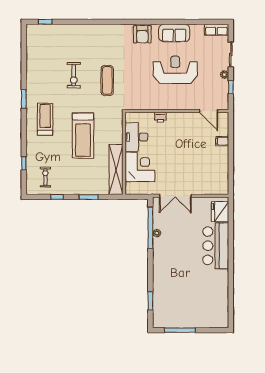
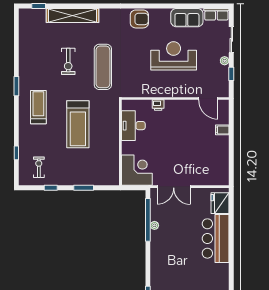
sofa: (174, 33) -> (187, 18), moved
armchair: (142, 34) -> (139, 19), turned -90
exercise mat: (107, 80) -> (103, 67), width x1.36, depth x1.45
corner desk: (140, 167) -> (137, 170), moved
shelving: (116, 169) -> (72, 15), moved, turned 90

